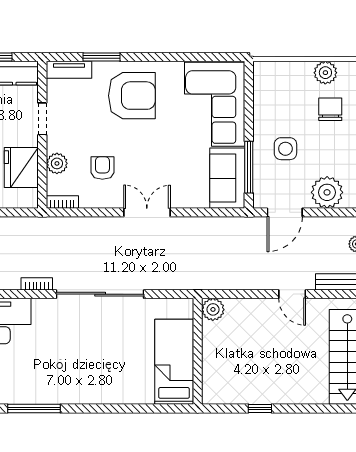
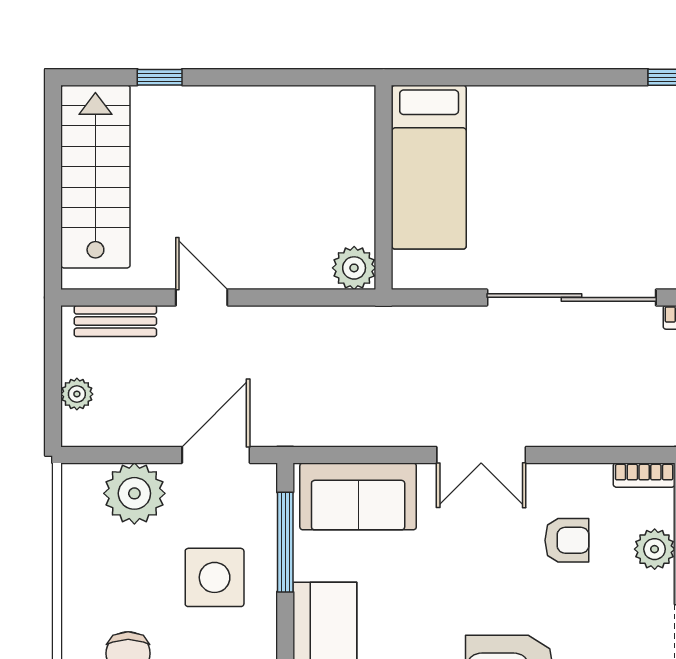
side table: (285, 149) -> (215, 577), width x1.37, depth x1.37
armchair: (102, 168) -> (567, 540), turned -90
sofa: (227, 178) -> (358, 496), moved, turned 90
window: (260, 409) -> (160, 77), moved

